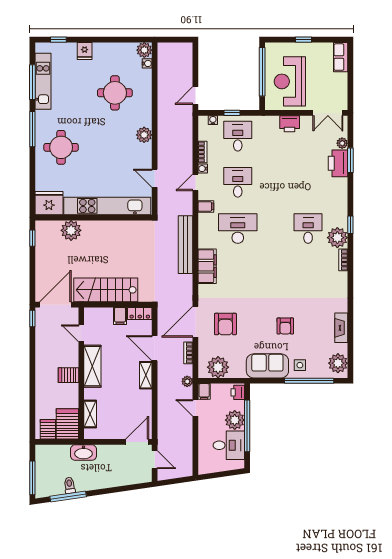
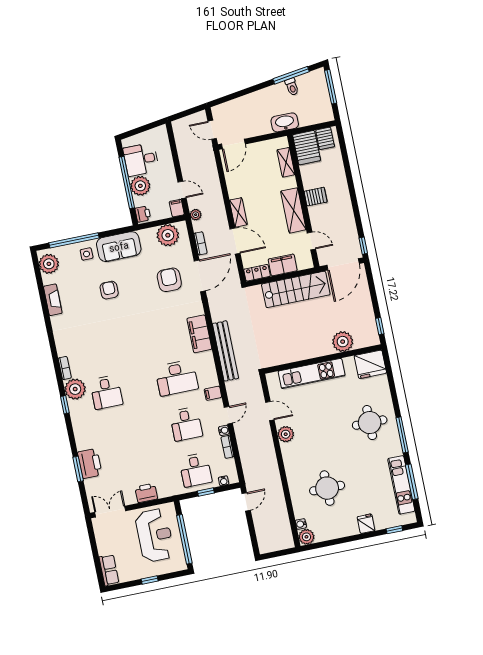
plant: (144, 135) -> (286, 434), moved
plant: (342, 143) -> (90, 484), removed
kitchen unit: (107, 206) -> (312, 373), width x0.73
filing cabinet: (120, 316) -> (283, 265), width x2.00

